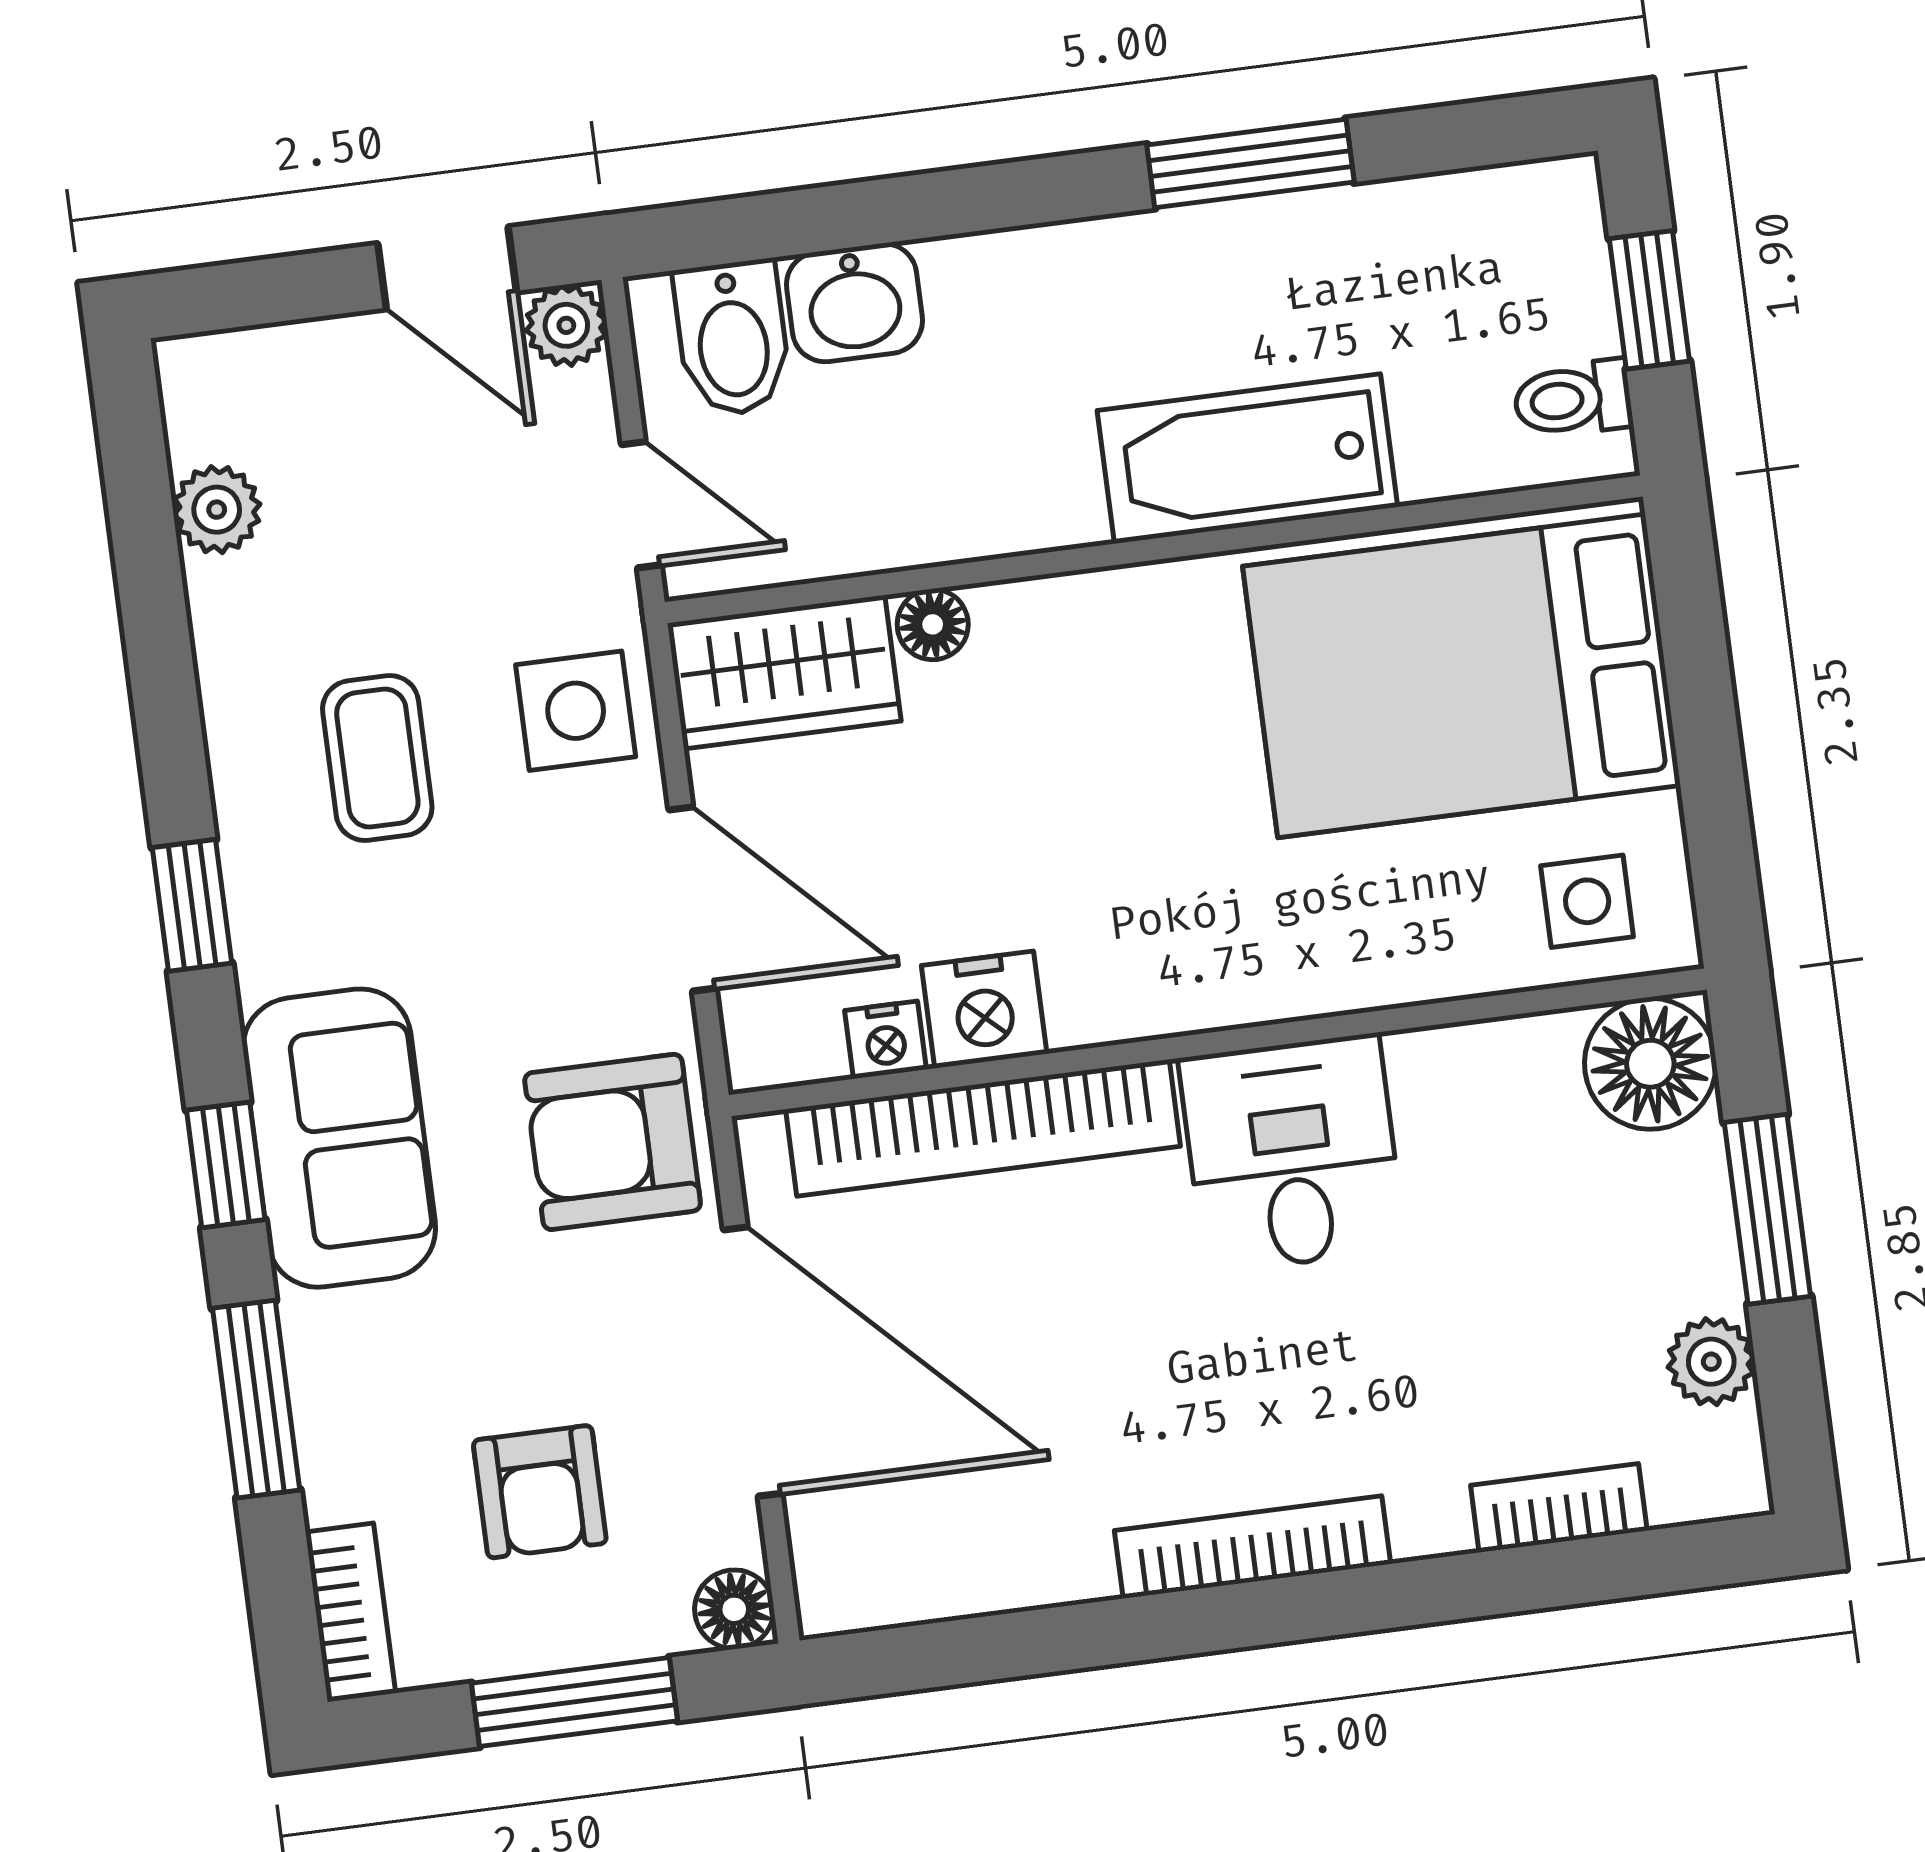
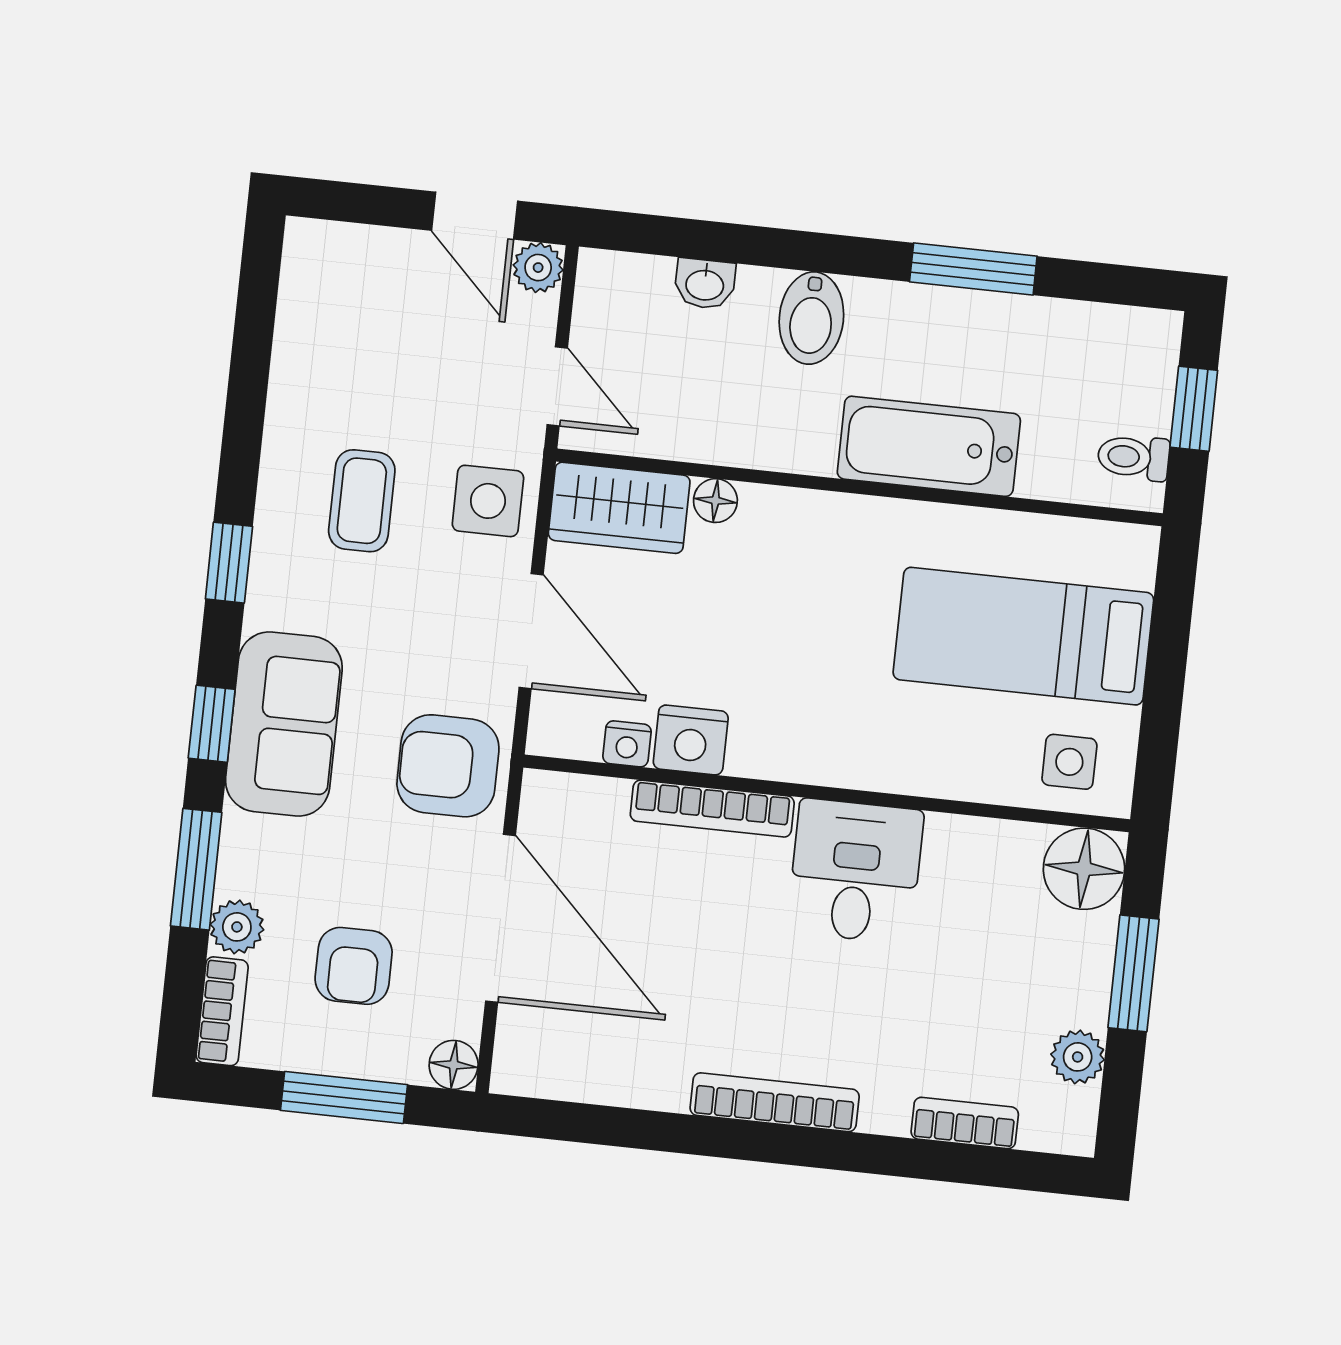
washbasin: (854, 303) -> (705, 284), width x0.72, depth x0.69
bidet: (732, 338) -> (811, 318), moved
plant: (217, 510) -> (237, 927), moved
bed: (1462, 676) -> (1023, 636), width x0.67
bookcase: (983, 1128) -> (712, 809), width x0.68, depth x0.76

